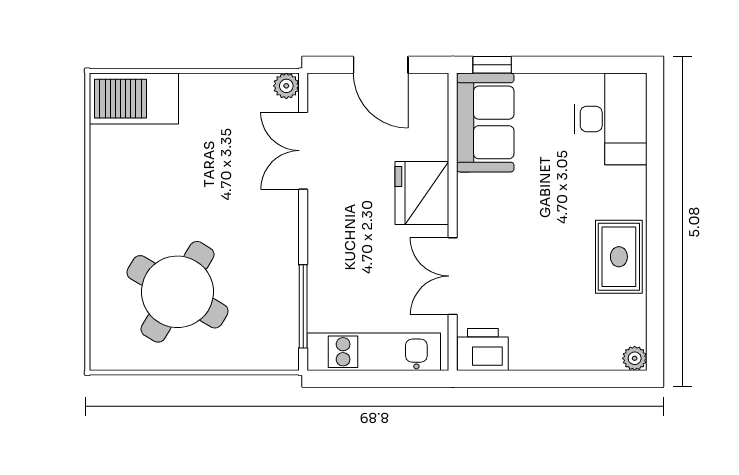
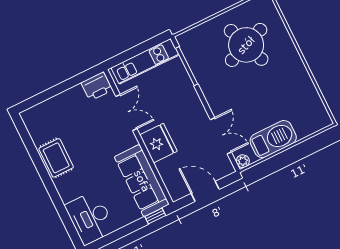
barbecue: (134, 99) -> (273, 139), moved
sofa: (485, 122) -> (142, 181), width x1.36
round table: (177, 292) -> (246, 45), turned 38
plant: (635, 358) -> (27, 116), removed

